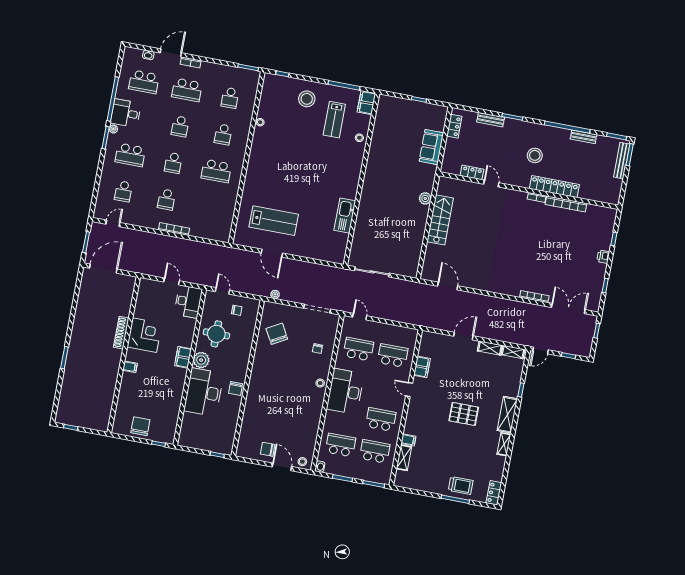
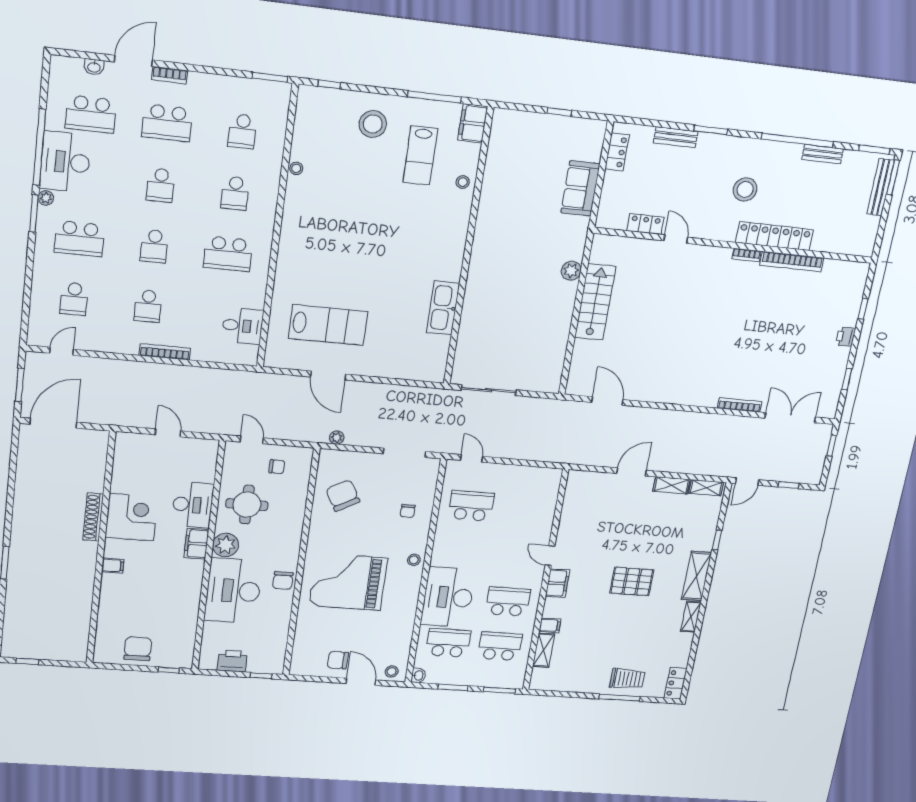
desk: (126, 113) -> (65, 162), width x1.37
desk: (222, 217) -> (242, 326), added
desk: (188, 302) -> (193, 505), moved
school desk: (393, 356) -> (524, 510), removed
filing cabinet: (422, 367) -> (558, 583), moved
desk: (345, 391) -> (448, 597), moved
grand piano: (277, 394) -> (348, 582), added
printer: (199, 442) -> (232, 661), added

